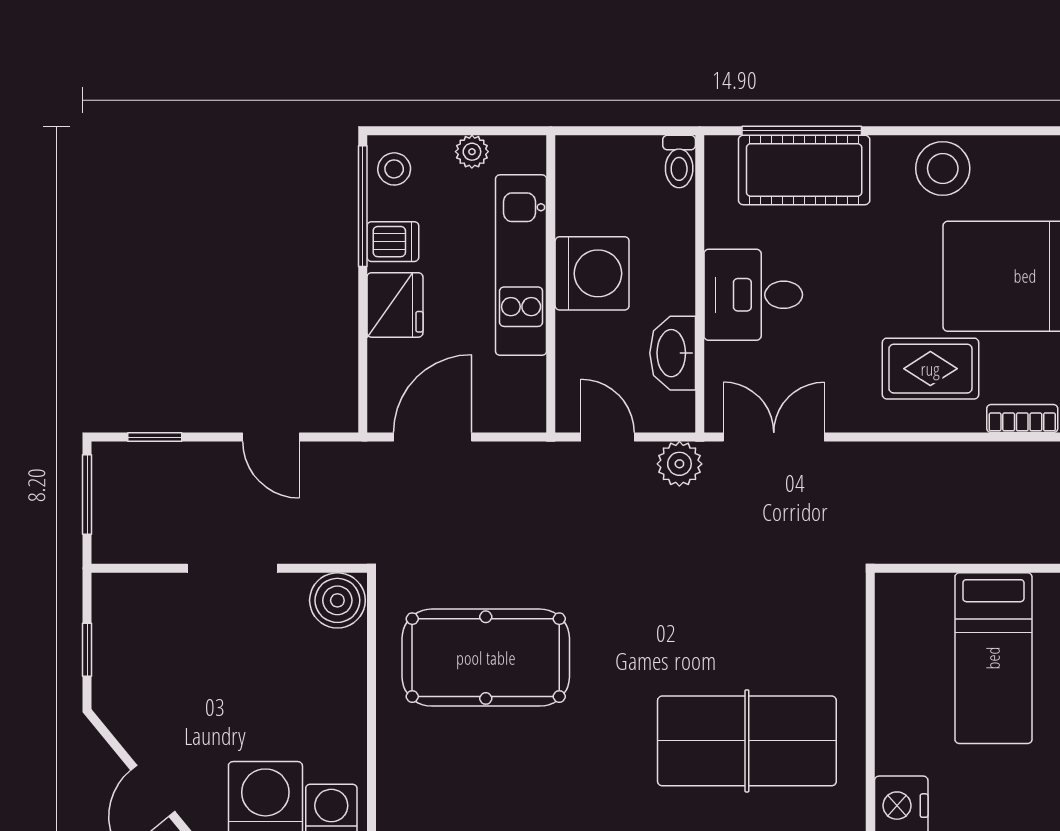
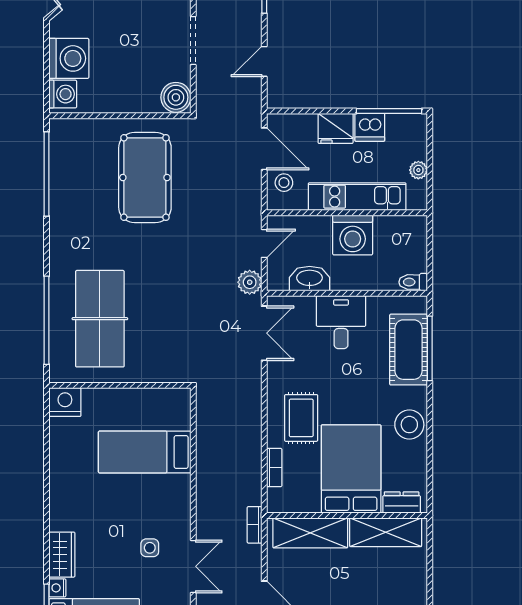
stool: (394, 169) -> (284, 183), moved
dishwasher: (393, 242) -> (370, 127), width x1.38

